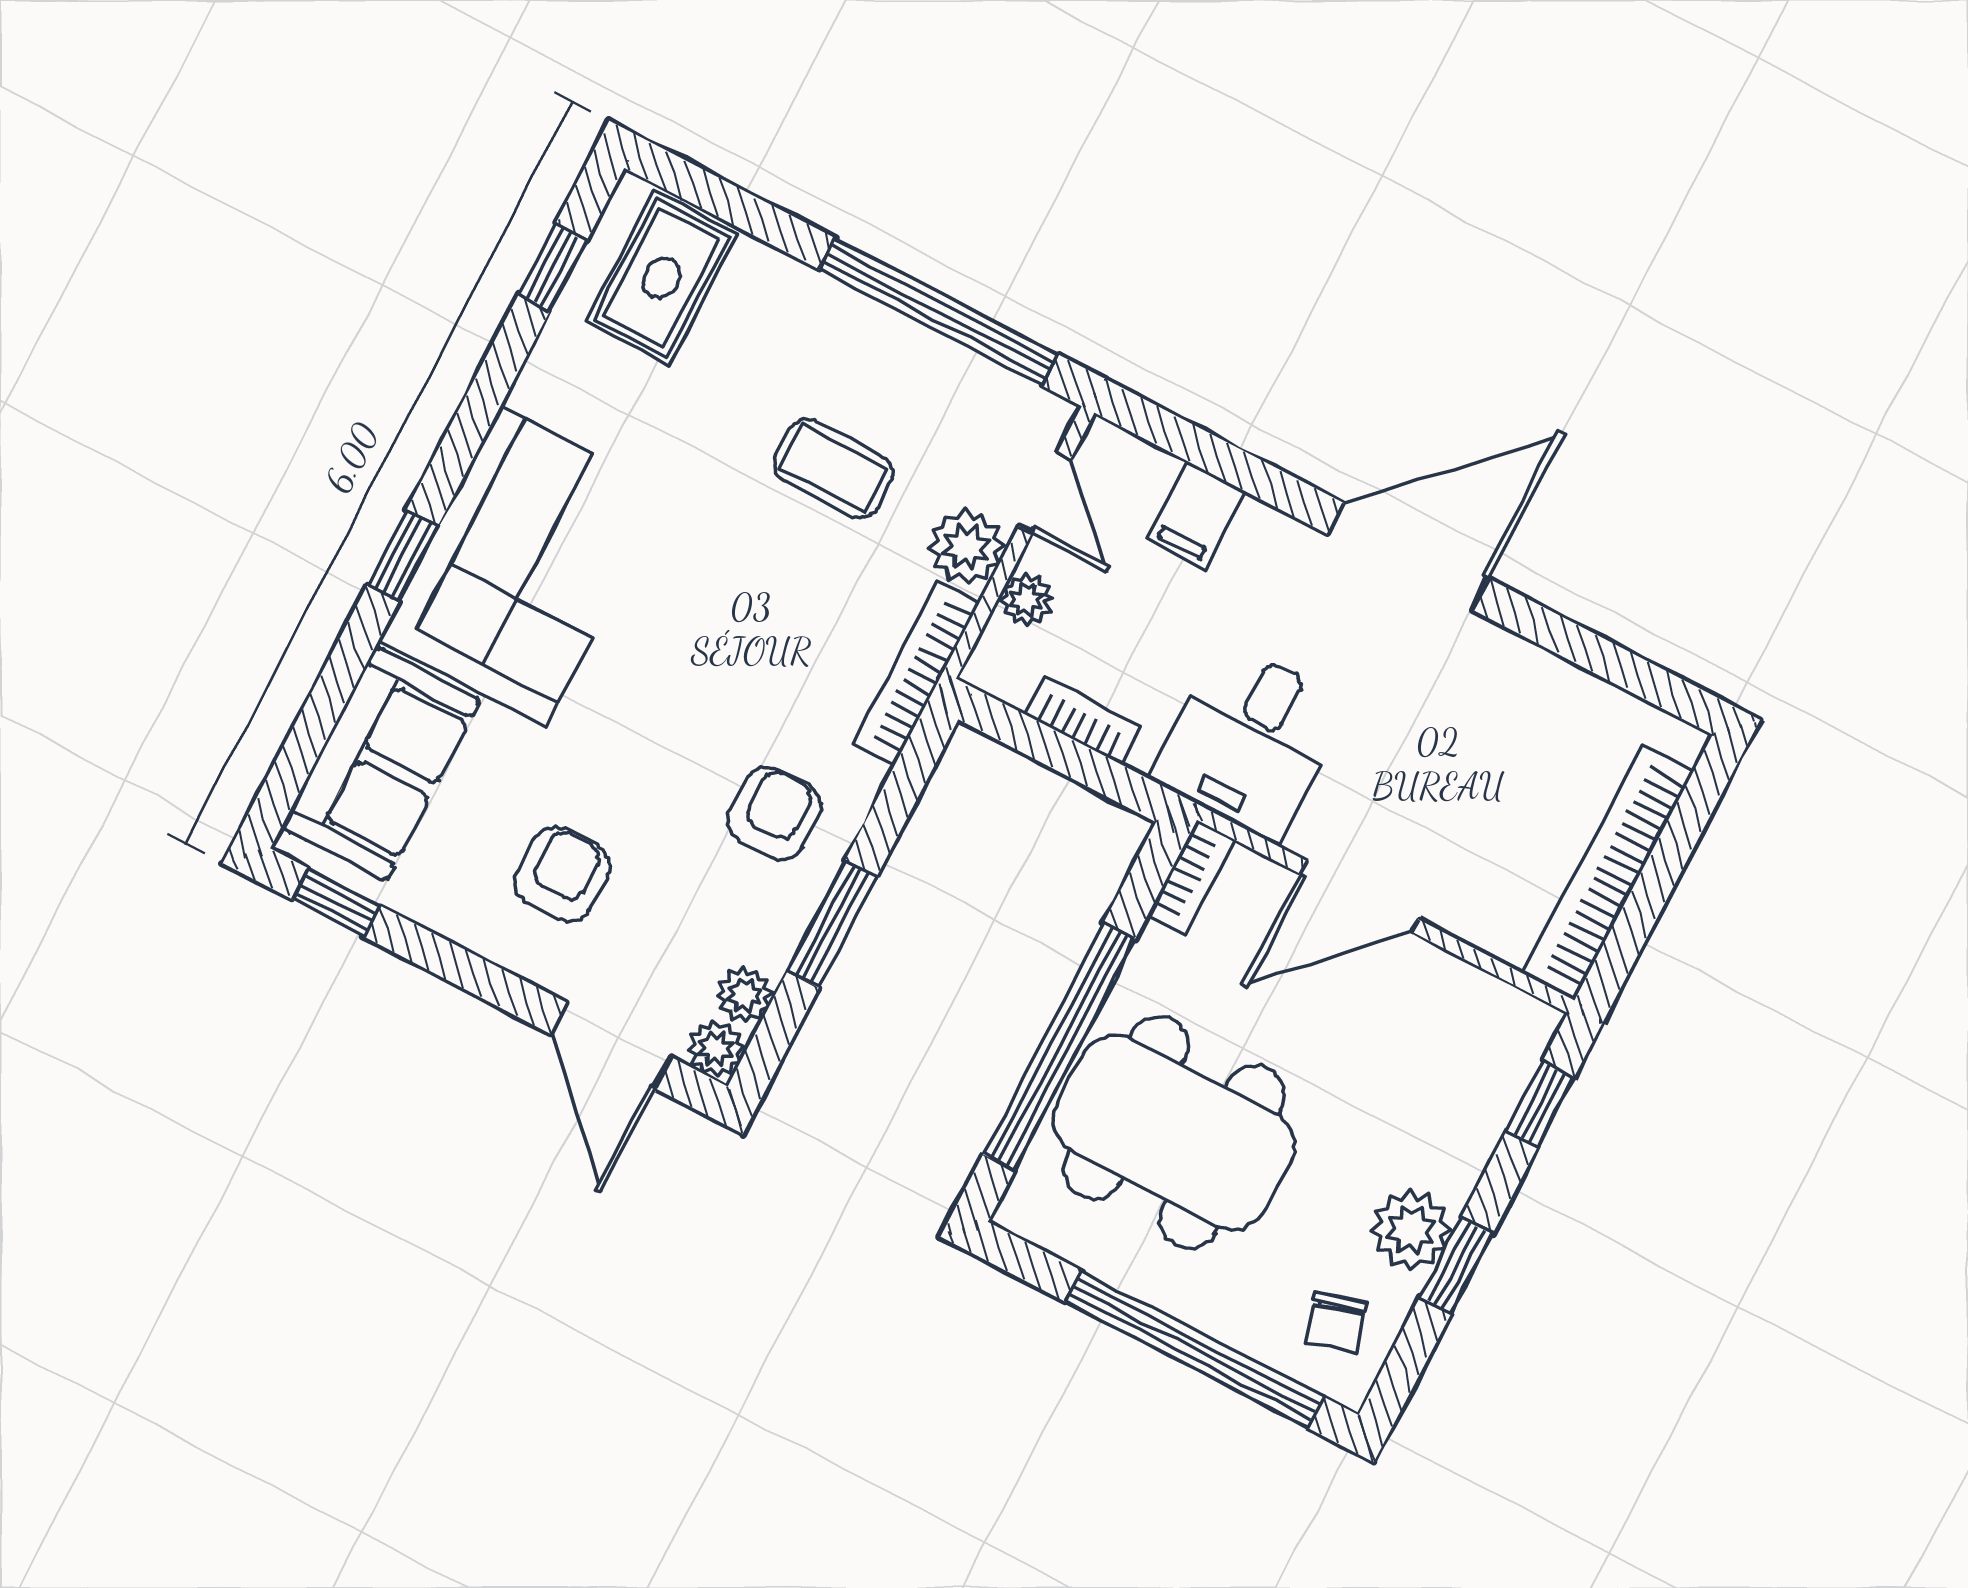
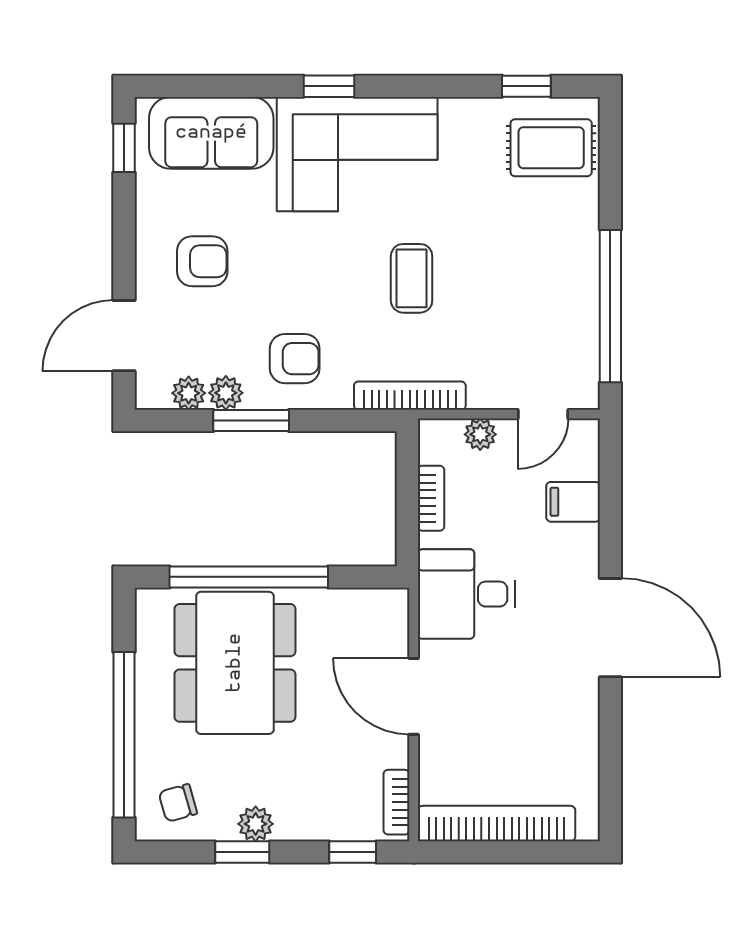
coffee table: (833, 468) -> (412, 278), moved
plant: (966, 547) -> (492, 387), removed
bookcase: (1191, 877) -> (397, 802), moved, turned 90
plant: (716, 1049) -> (226, 393), moved
plant: (1411, 1229) -> (256, 824), width x0.73, depth x0.73

